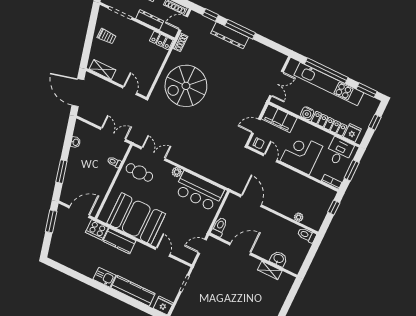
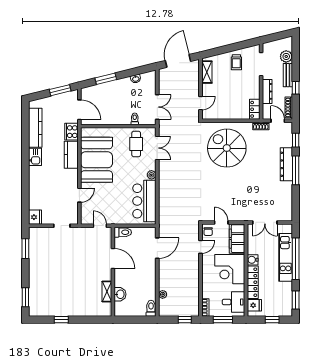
kitchen unit: (329, 84) -> (286, 257), width x0.73
corner desk: (301, 154) -> (230, 269), moved, turned 180
kitchen counter: (133, 291) -> (35, 128), moved

